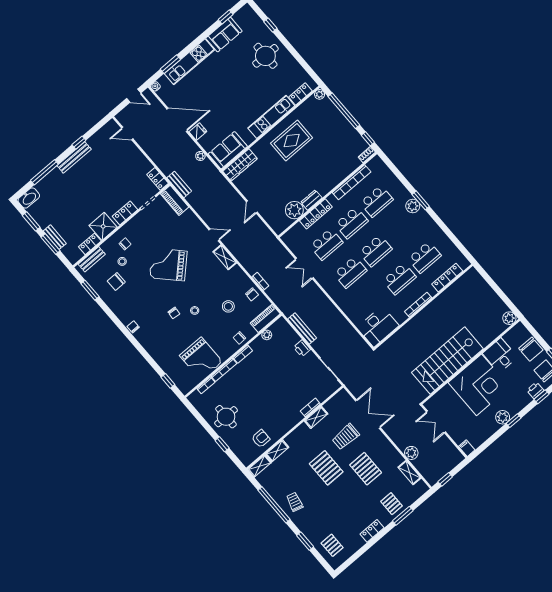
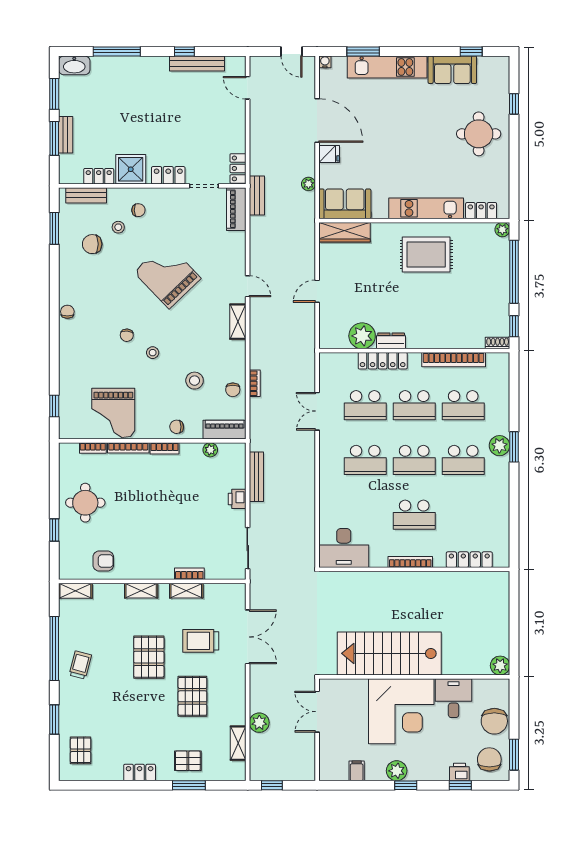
bench: (74, 157) -> (197, 63), moved
school desk: (424, 257) -> (463, 460), moved
filing cabinet: (467, 448) -> (357, 771), moved
shelving: (277, 451) -> (141, 591), moved
pallet: (391, 504) -> (188, 761), turned 90

